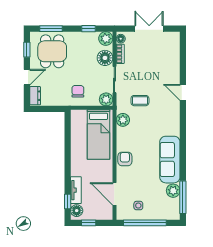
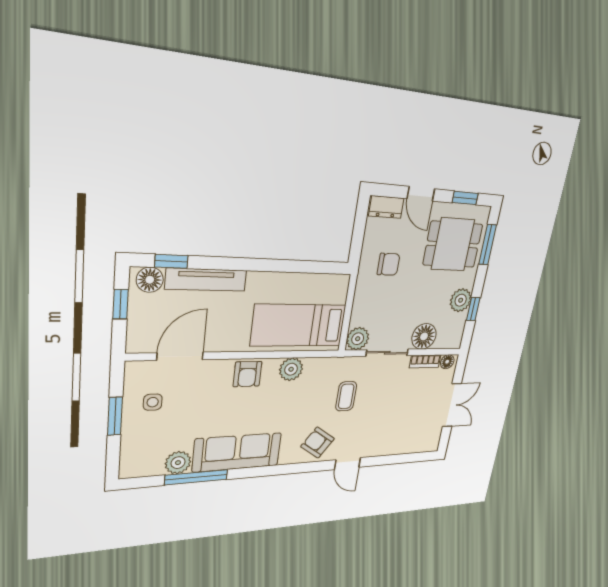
plant: (106, 39) -> (461, 300), moved
chair: (78, 91) -> (389, 264), moved
door: (183, 92) -> (348, 464), swing flipped
armchair: (168, 114) -> (318, 443), added
plant: (123, 120) -> (291, 369), moved
armchair: (125, 159) -> (247, 374), turned 90
tv unit: (76, 190) -> (206, 280), width x1.41
window: (183, 197) -> (196, 477), moved
window: (145, 223) -> (115, 416), width x0.47

